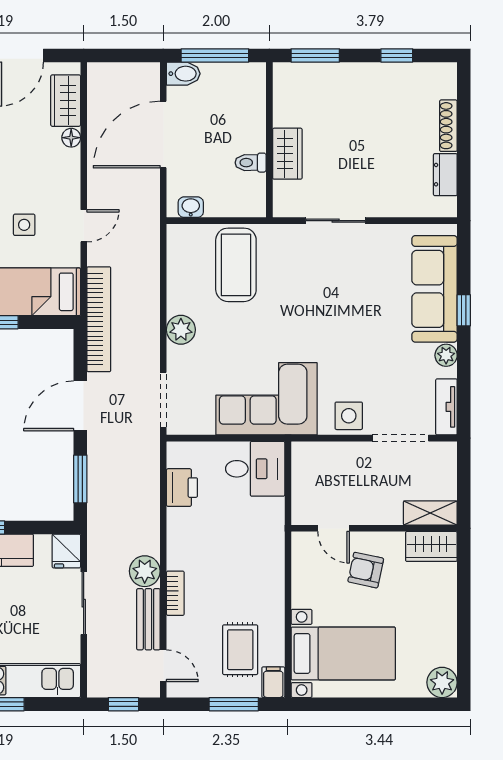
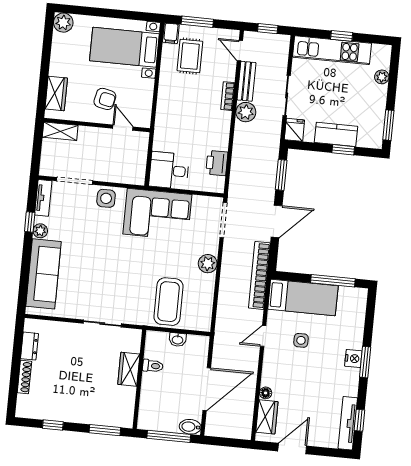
washbasin: (191, 207) -> (178, 340), moved
window: (464, 310) -> (30, 222), moved
wardrobe: (431, 546) -> (56, 93), moved, turned 90

